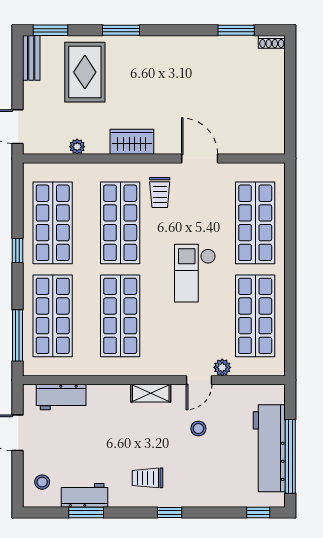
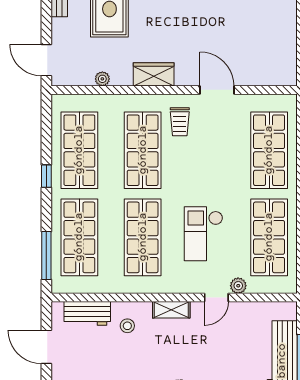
checkout: (195, 273) -> (203, 234), moved
stool: (198, 429) -> (127, 326), moved

